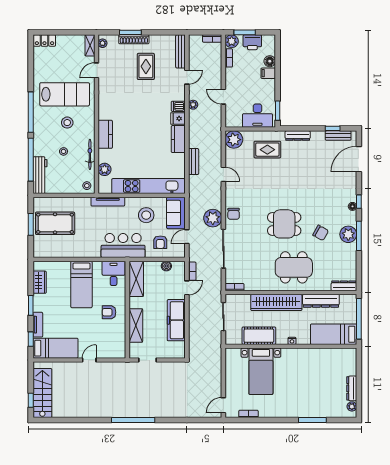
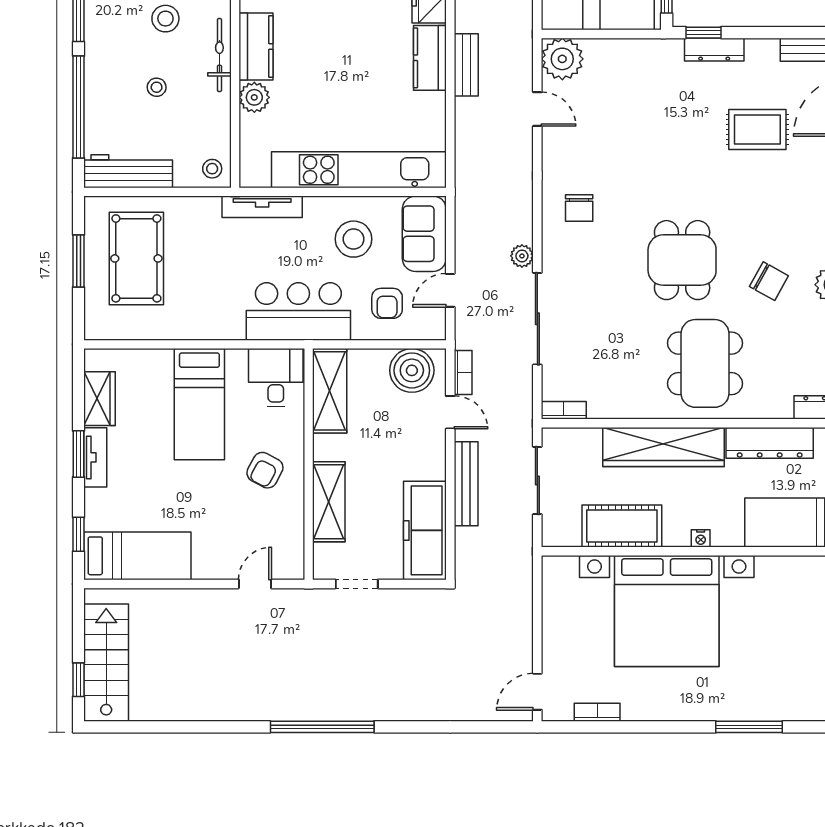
window: (333, 128) -> (703, 33), moved
rug: (267, 150) -> (757, 130), moved
bicycle: (90, 154) -> (219, 55), moved
bench: (194, 162) -> (466, 65), moved
plant: (105, 169) -> (254, 97), moved
door: (223, 174) -> (537, 109), moved
workbench: (40, 175) -> (128, 171), moved, turned -90
chair: (234, 214) -> (579, 208), moved
plant: (213, 218) -> (522, 256), width x0.53, depth x0.53
pool table: (55, 223) -> (136, 258), turned 90
dining table: (284, 224) -> (682, 260), turned 90
boiler: (166, 266) -> (412, 370), width x1.86, depth x1.86
dining table: (294, 267) -> (705, 363), turned 90
door: (187, 288) -> (450, 412), hinge flipped
armchair: (109, 312) -> (265, 470), turned -62
bench: (193, 318) -> (466, 484), added
freezer: (176, 320) -> (425, 530), moved
tv unit: (38, 325) -> (95, 457), moved
door: (89, 360) -> (255, 584), moved
bed with nightstands: (261, 371) -> (667, 611), width x1.85

